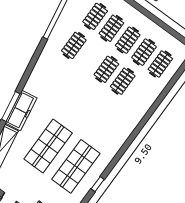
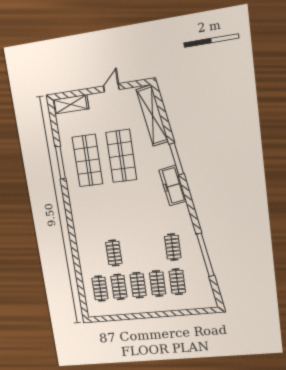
clothes rail: (106, 69) -> (133, 251), removed
freezer: (21, 111) -> (173, 186), moved
window: (98, 184) -> (60, 163), width x2.17

